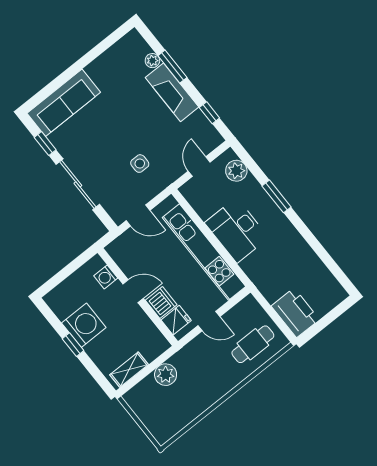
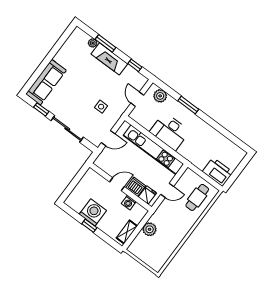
washing machine: (106, 277) -> (129, 203), moved

